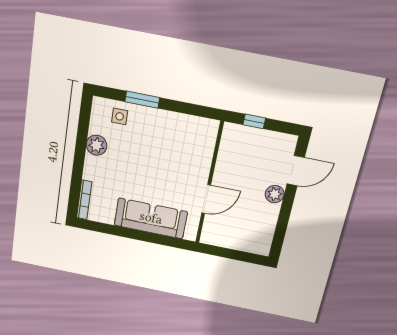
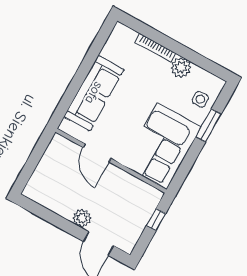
corner sofa: (178, 139) -> (162, 146), added
bookcase: (84, 200) -> (155, 48), moved

